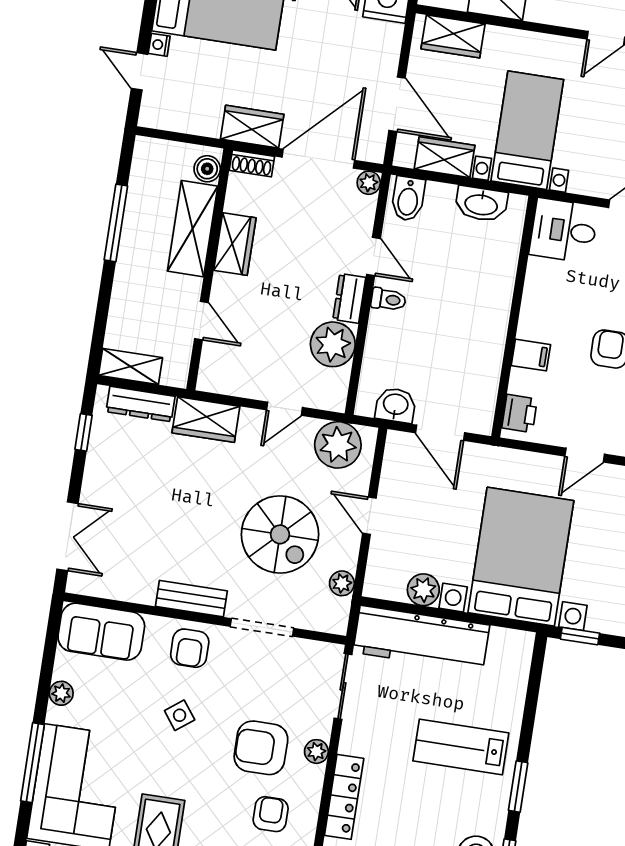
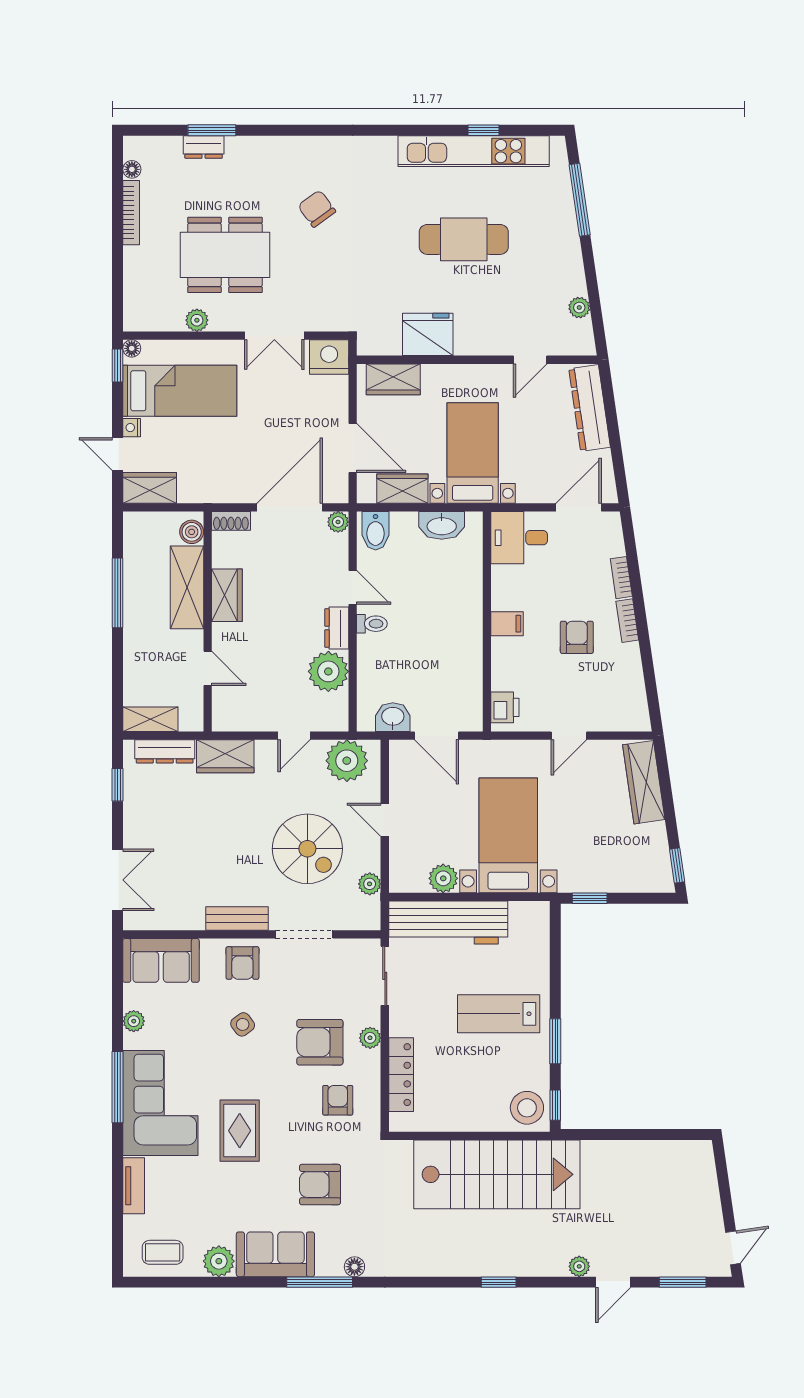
wardrobe: (252, 127) -> (150, 488), moved
filing cabinet: (531, 355) -> (507, 624), moved
bed with nightstands: (521, 557) -> (508, 835), width x0.73

